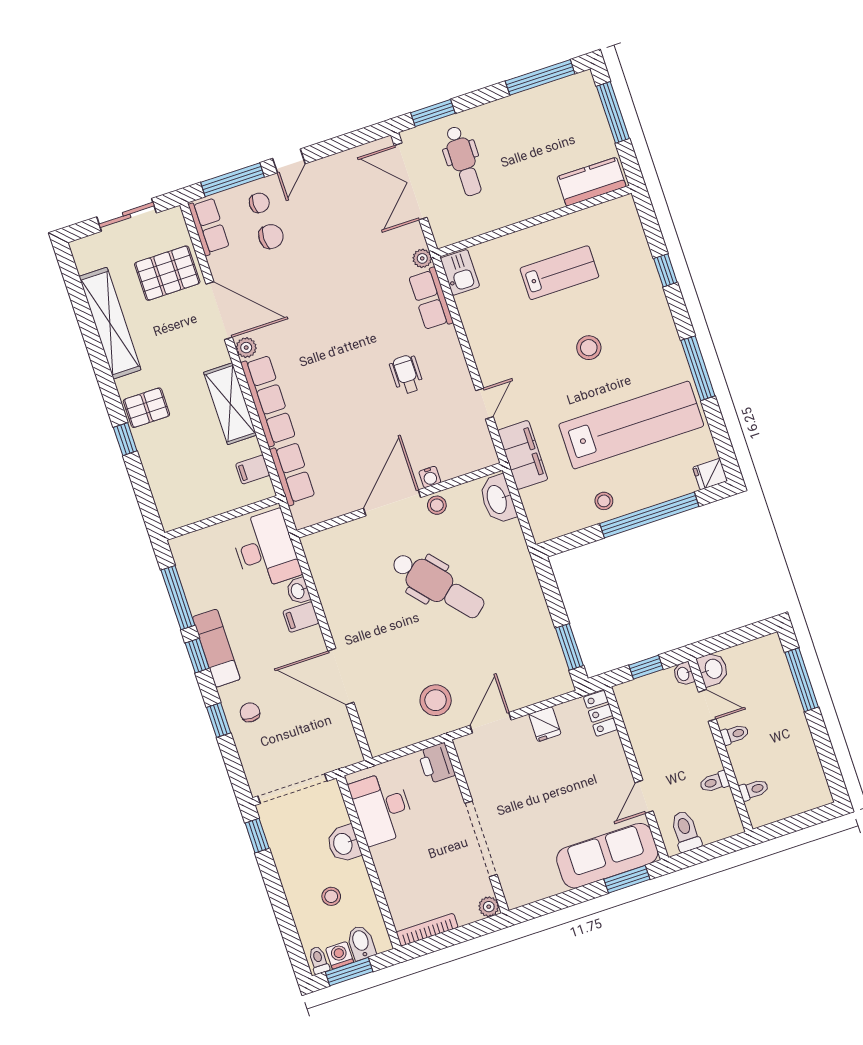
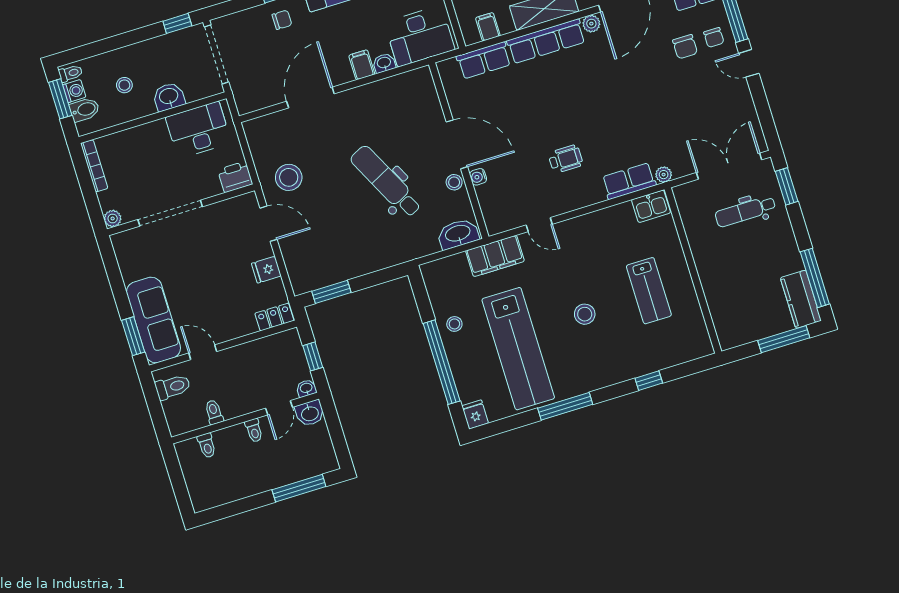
kitchen counter: (591, 182) -> (801, 299), moved, turned 180
dental chair: (438, 585) -> (386, 182), turned 104

